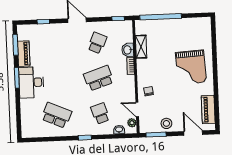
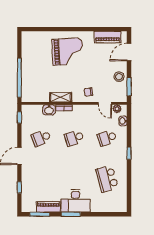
school desk: (97, 43) -> (41, 138), turned -45
shelving: (141, 47) -> (61, 97), moved
school desk: (99, 78) -> (74, 138), width x0.54
door: (137, 109) -> (105, 103), hinge flipped
school desk: (56, 115) -> (107, 179), turned -39

